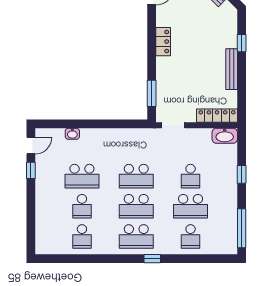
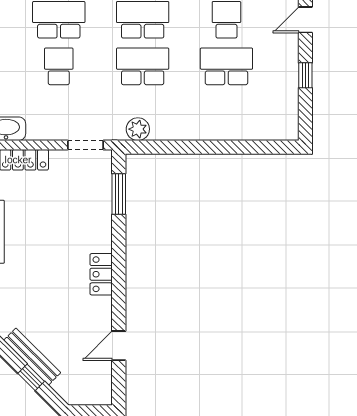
washbasin: (72, 134) -> (241, 132), removed
plant: (139, 135) -> (138, 129), added
door: (31, 145) -> (305, 20), moved

